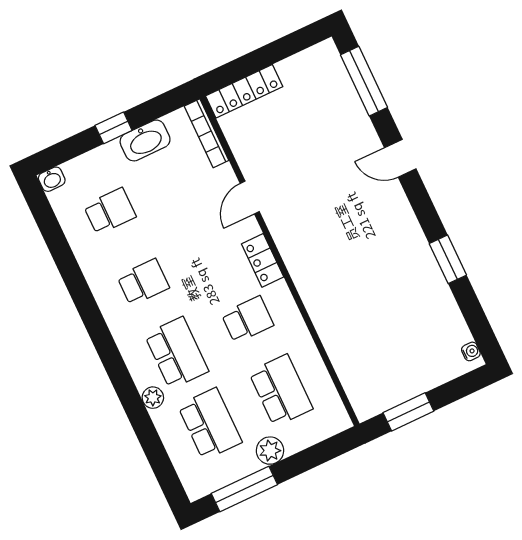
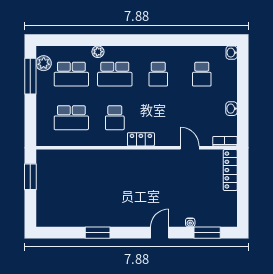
window: (364, 81) -> (207, 233), width x0.69
window: (114, 128) -> (243, 96), removed
bookcase: (206, 133) -> (225, 141), width x0.64
washbasin: (145, 140) -> (231, 109), width x0.52, depth x0.69
door: (250, 197) -> (190, 148), moved
water cooler: (471, 351) -> (190, 222), moved
plant: (270, 451) -> (44, 63), moved

